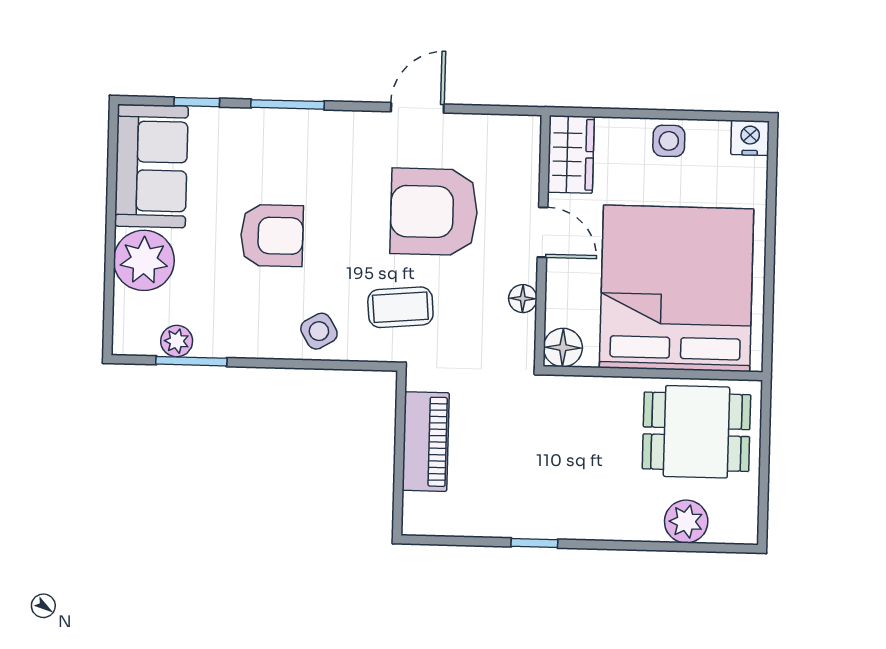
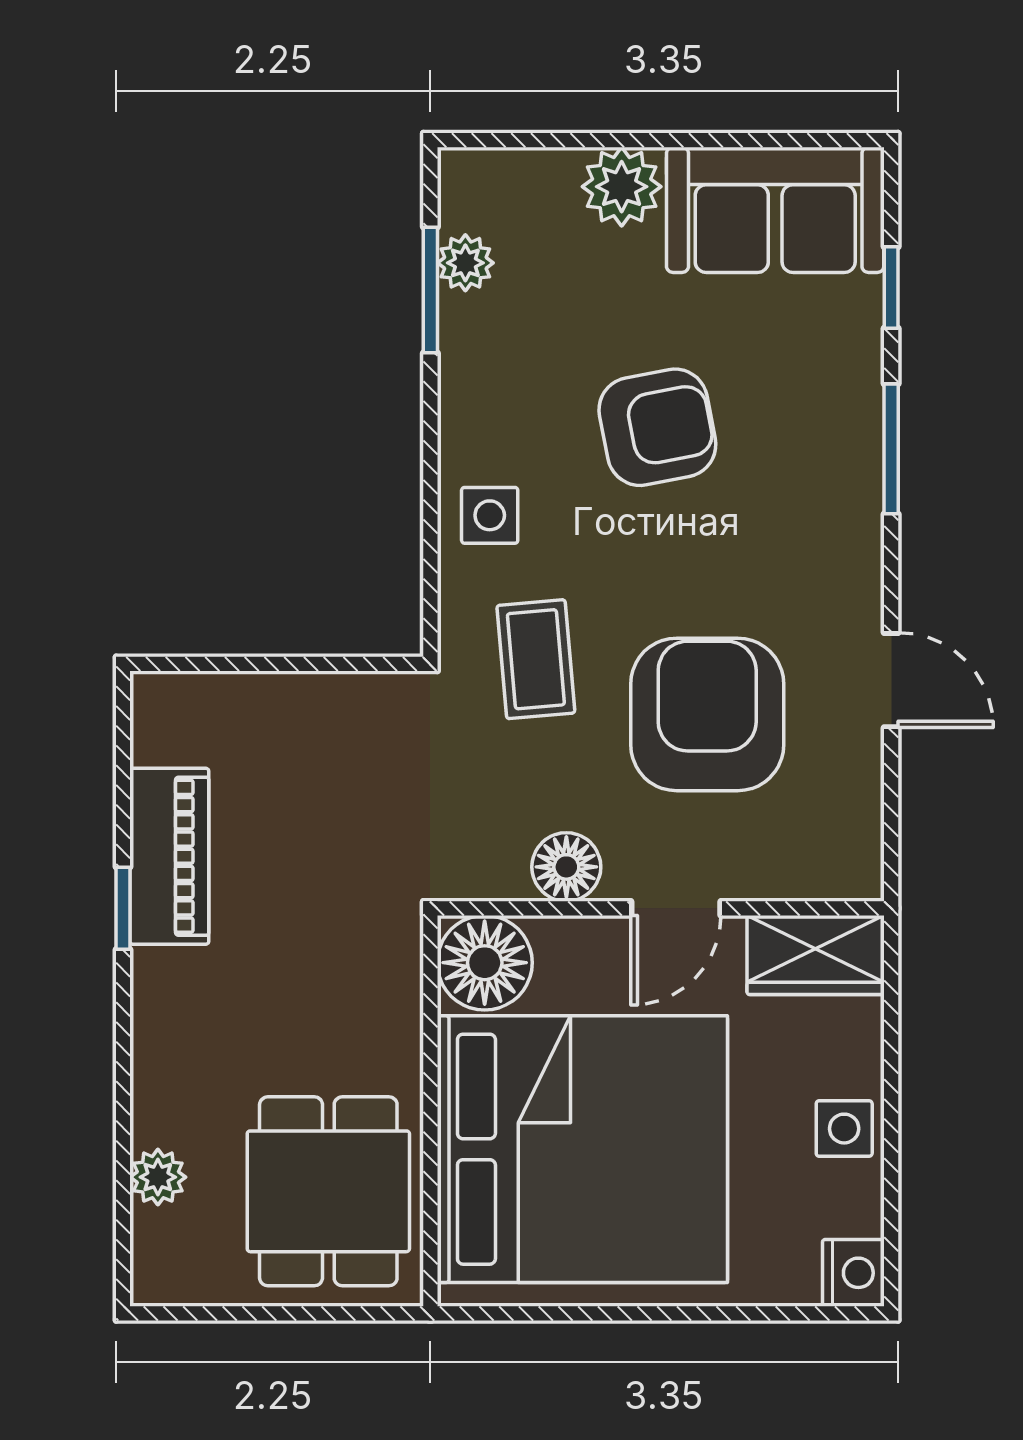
armchair: (272, 236) -> (657, 427), turned -101
plant: (144, 260) -> (622, 187), width x0.73, depth x0.73
floor lamp: (523, 299) -> (566, 867), width x1.37, depth x1.37
side table: (319, 331) -> (490, 515), turned 30
floor lamp: (563, 348) -> (485, 963), width x1.38, depth x1.38
piano: (426, 442) -> (169, 856), moved, turned -90
plant: (686, 521) -> (158, 1177), width x0.73, depth x0.73

